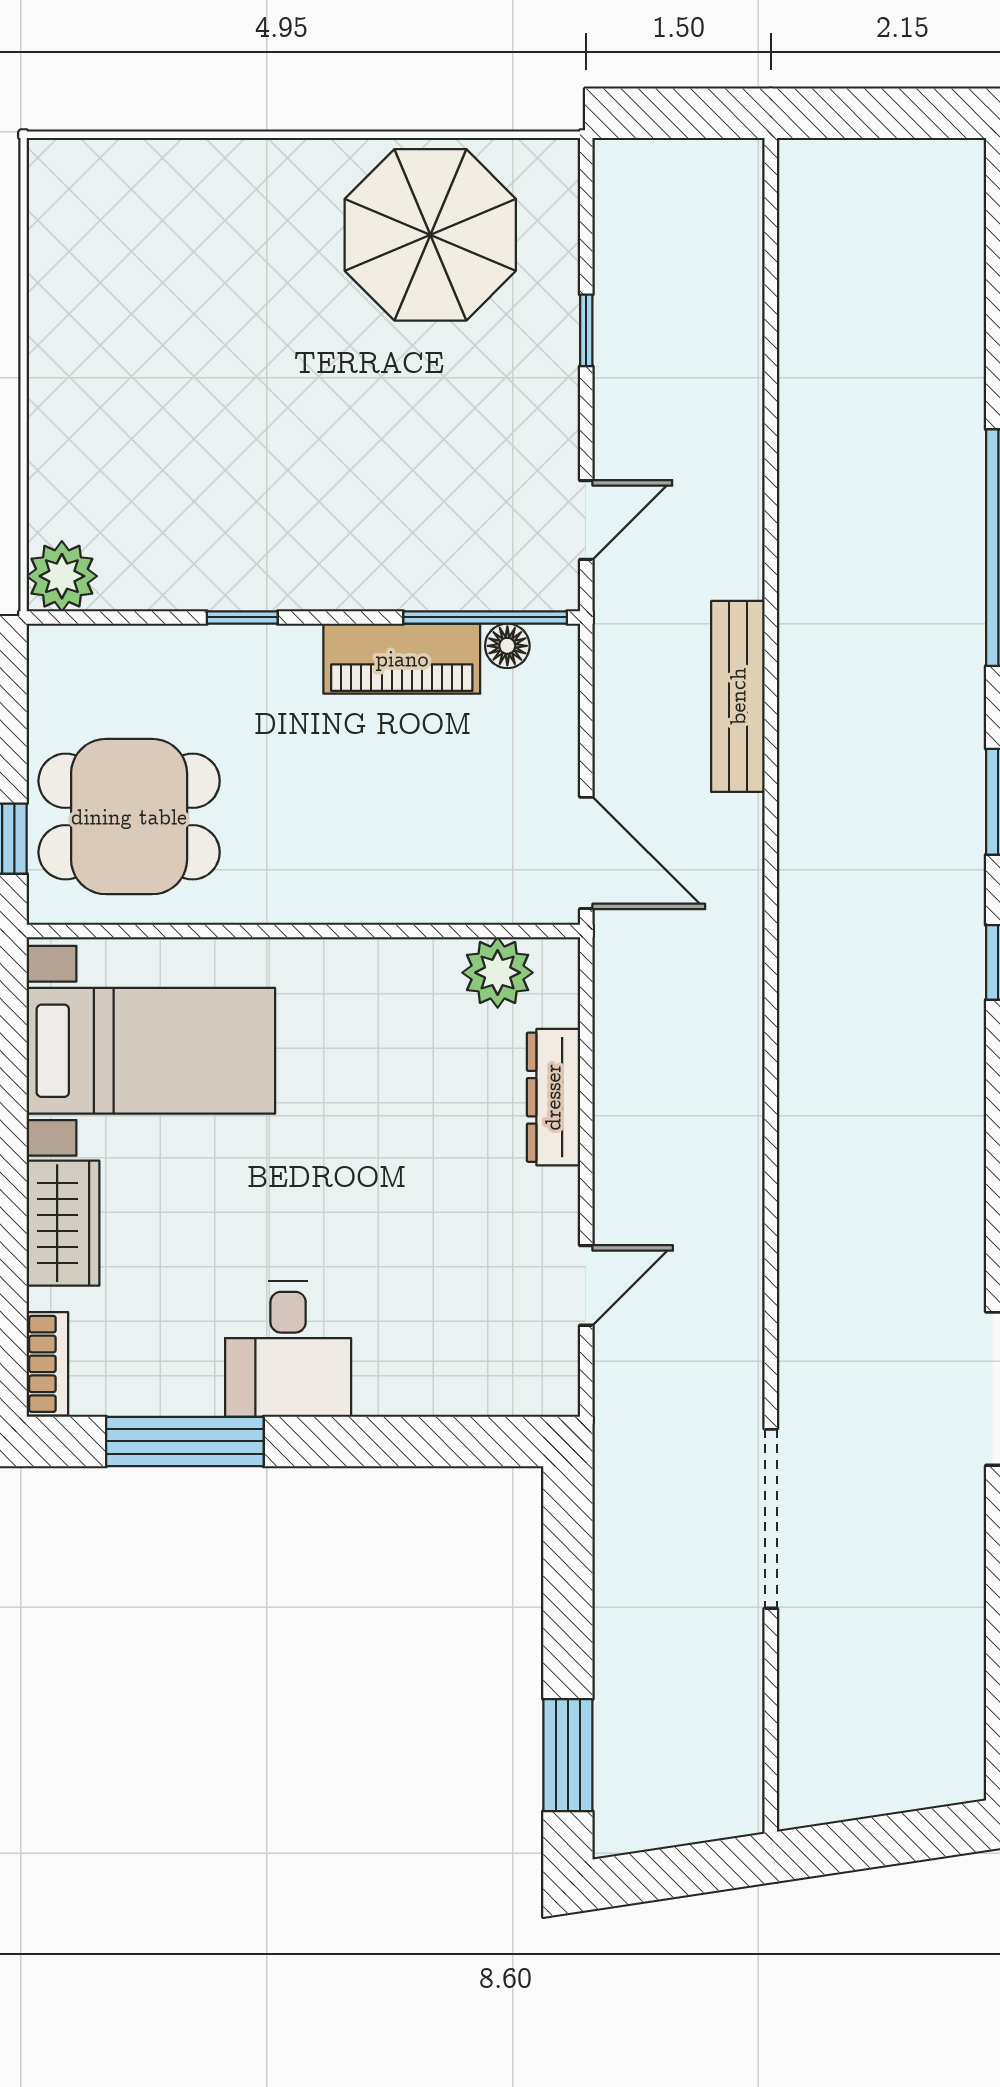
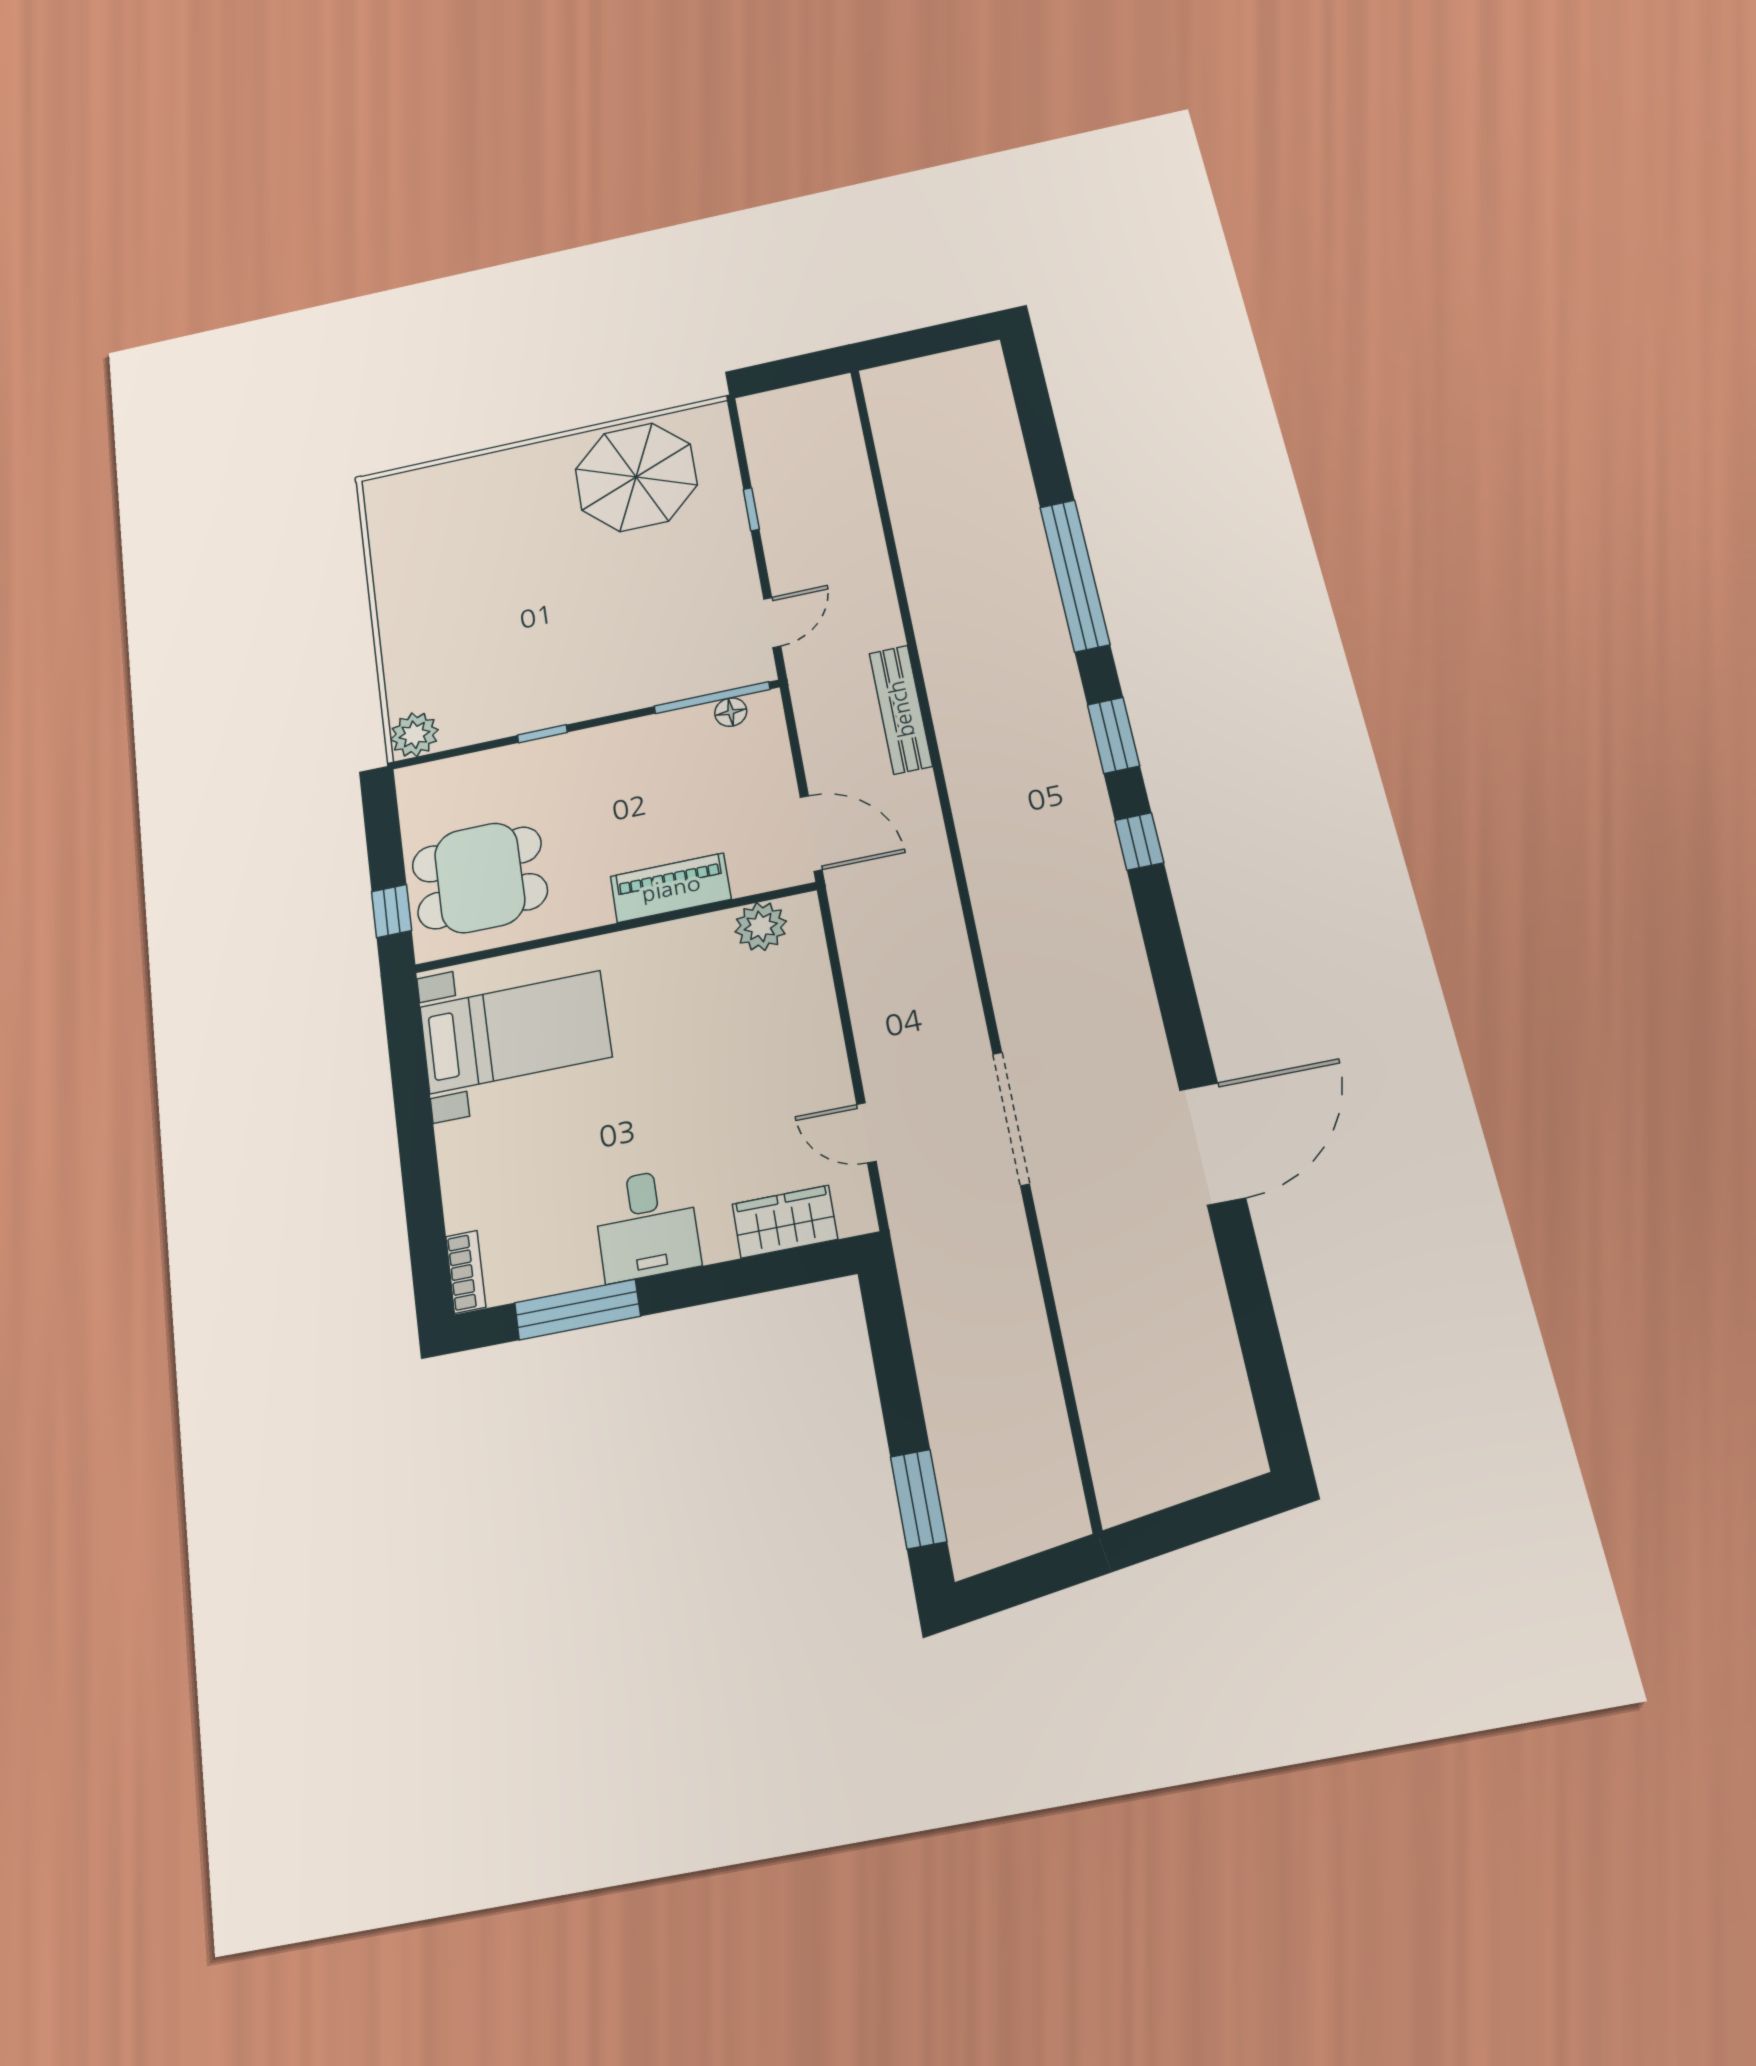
piano: (402, 659) -> (671, 888), moved, turned 180
dresser: (553, 1097) -> (817, 1004), removed
wardrobe: (63, 1223) -> (785, 1222), moved, turned -90
door: (586, 1285) -> (866, 1133), swing flipped
doorway: (771, 1519) -> (1011, 1119), moved

